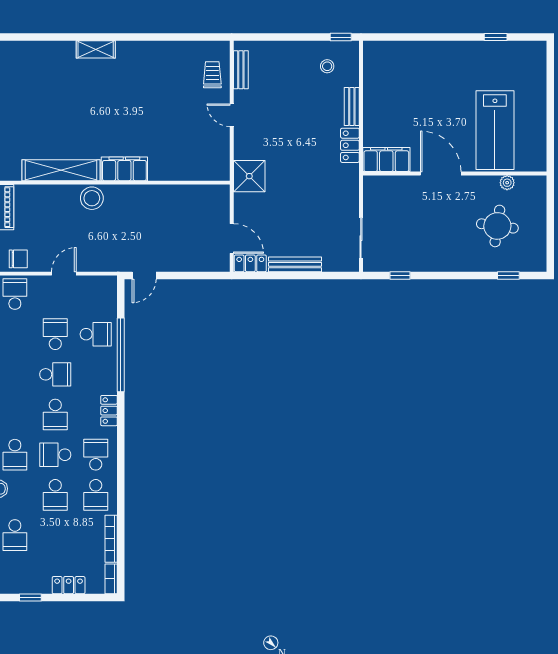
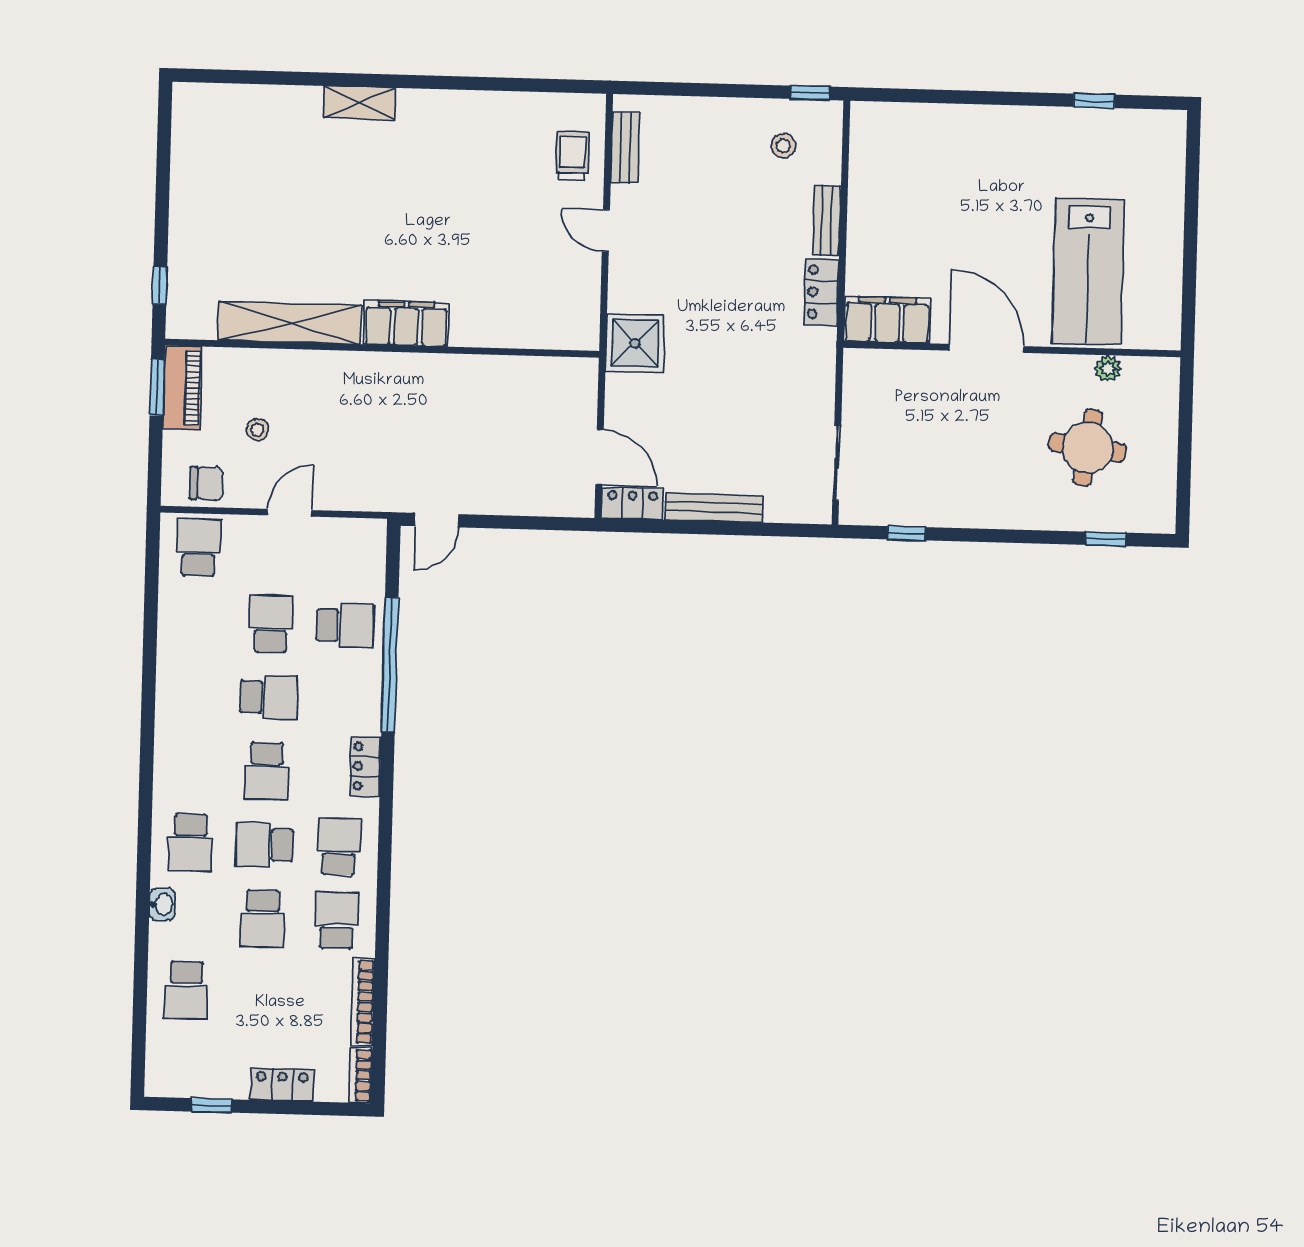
stool: (92, 198) -> (257, 429), moved, width x0.53, depth x0.53
school desk: (96, 495) -> (337, 920), turned 180

